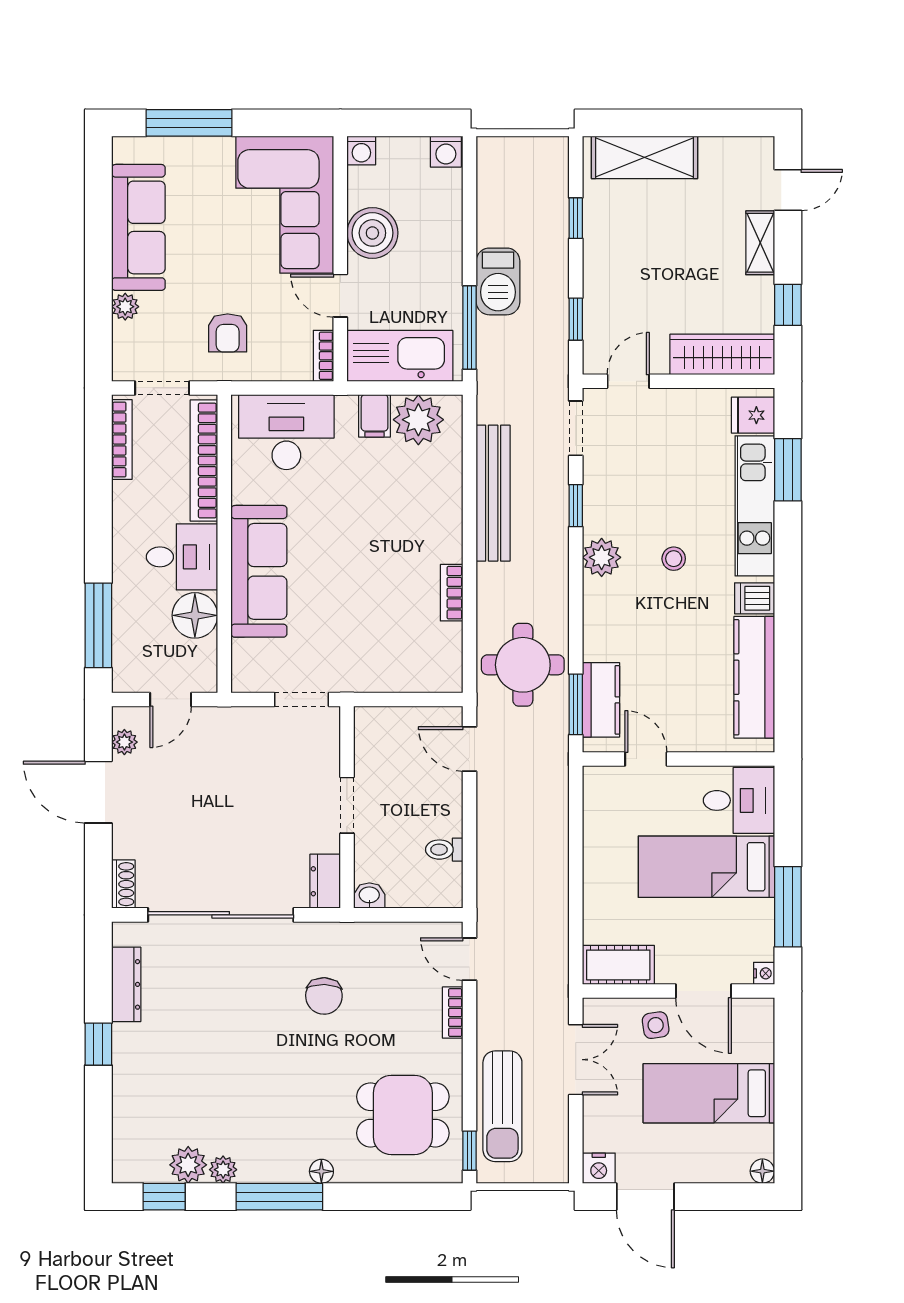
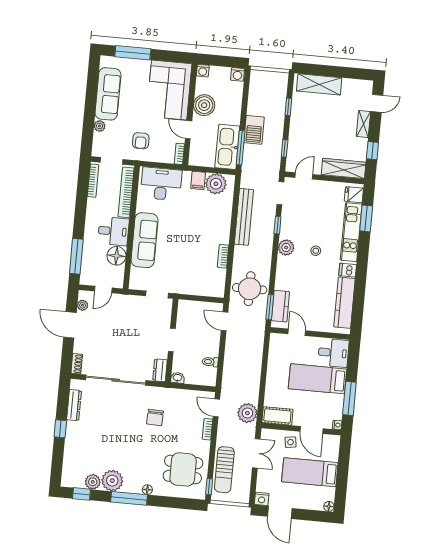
kitchen sink: (400, 356) -> (227, 147), moved, turned -90
plant: (545, 965) -> (247, 413), added
plant: (223, 1170) -> (112, 481), width x1.87, depth x1.87

